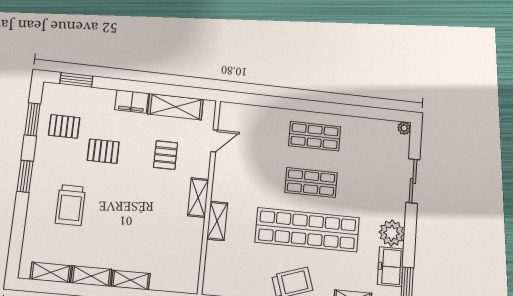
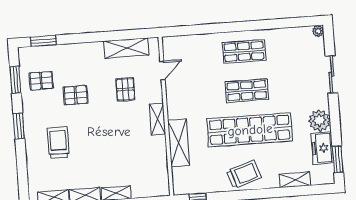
filing cabinet: (132, 102) -> (90, 51), removed
trolley: (70, 205) -> (58, 143), turned 180
shelving: (217, 221) -> (179, 143), width x1.50, depth x1.33

